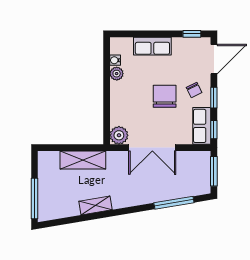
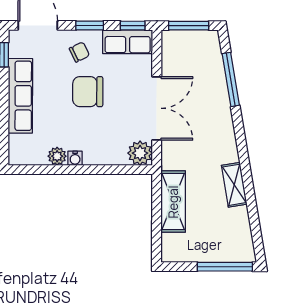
row of seats: (152, 46) -> (20, 96), width x1.48
water cooler: (115, 60) -> (75, 158), moved

